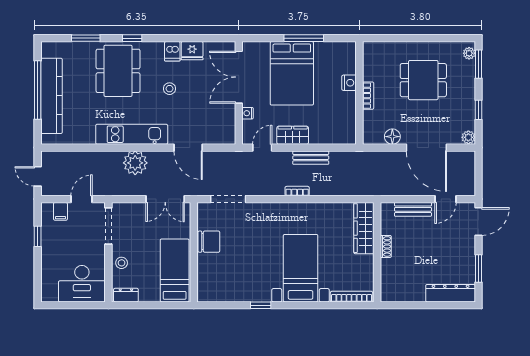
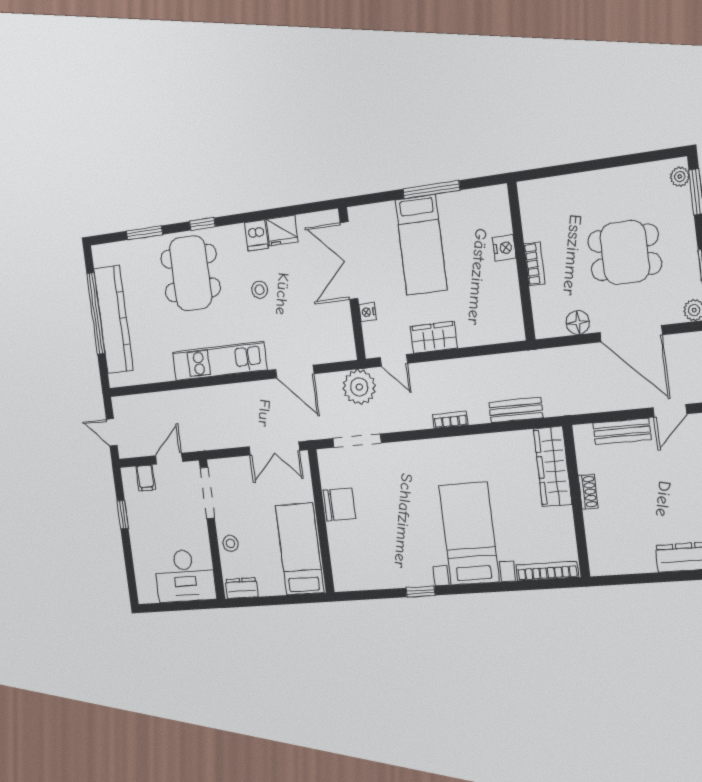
bed: (292, 73) -> (421, 245), width x0.67
dining table: (423, 80) -> (625, 252), moved
door: (262, 148) -> (394, 360), swing flipped
bench: (311, 158) -> (516, 410), moved
plant: (135, 163) -> (359, 387), moved

